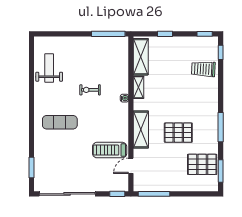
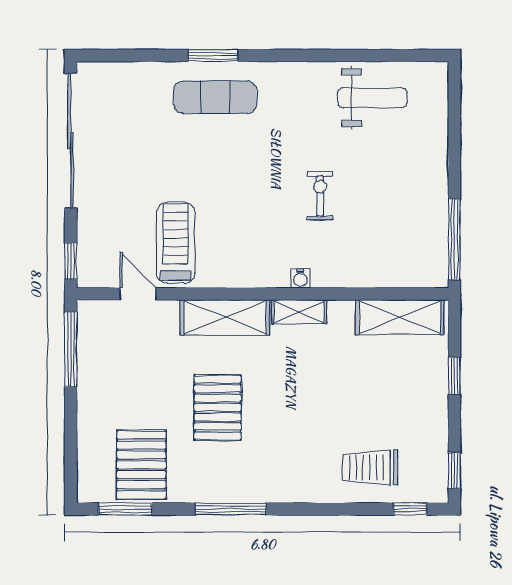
trolley: (203, 69) -> (370, 468), turned -93
shelving: (138, 87) -> (299, 312), moved
exercise mat: (60, 122) -> (215, 97), moved, turned 90
window: (32, 167) -> (213, 55), moved

